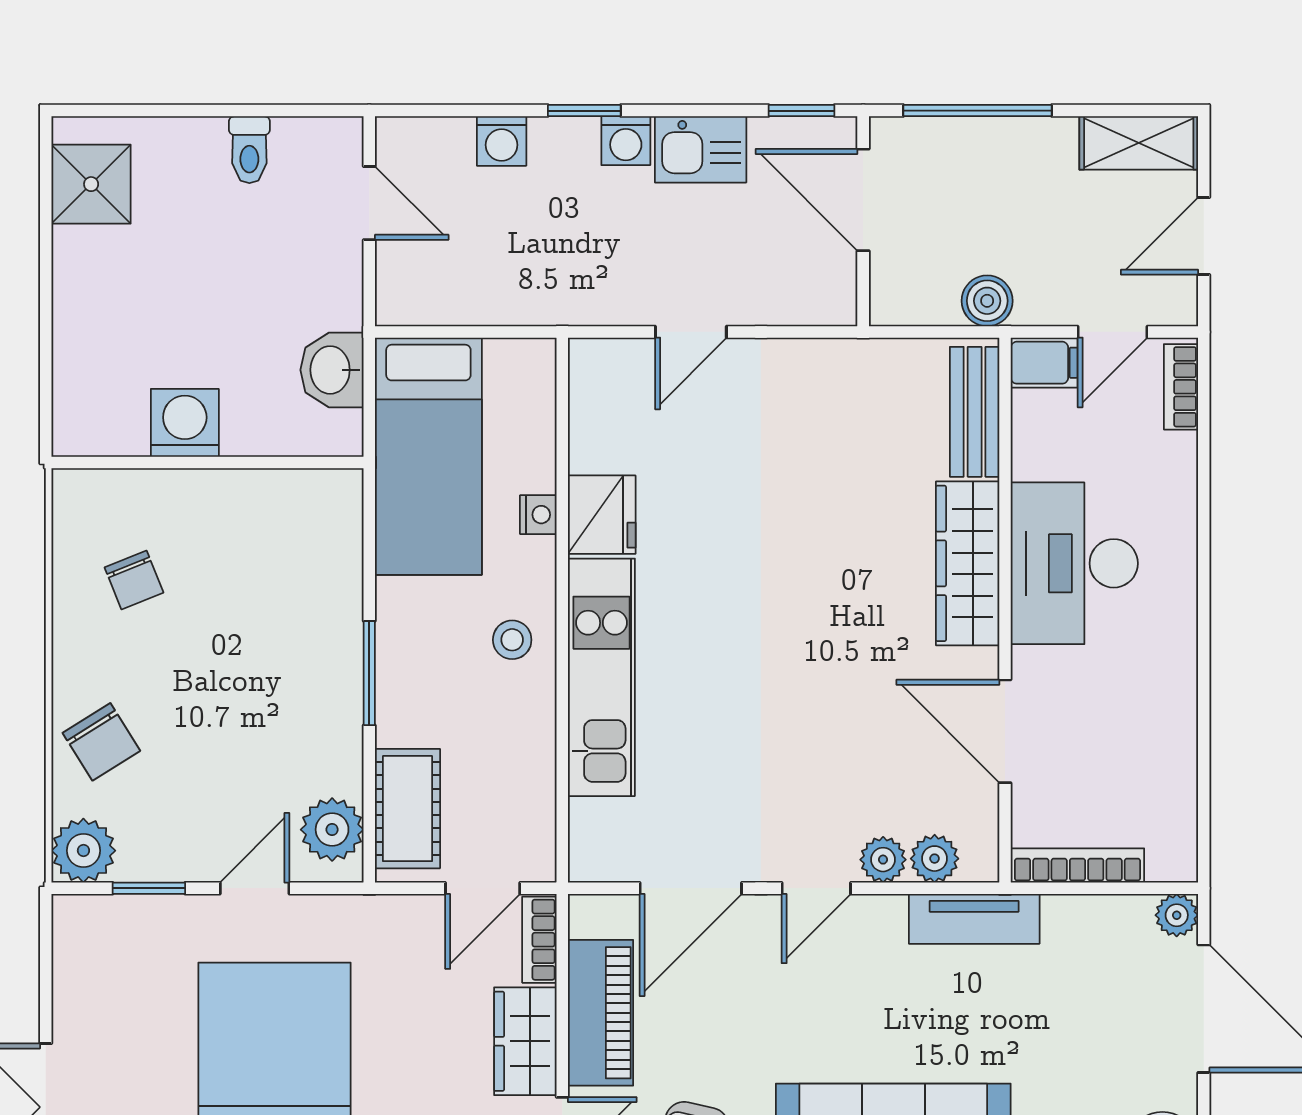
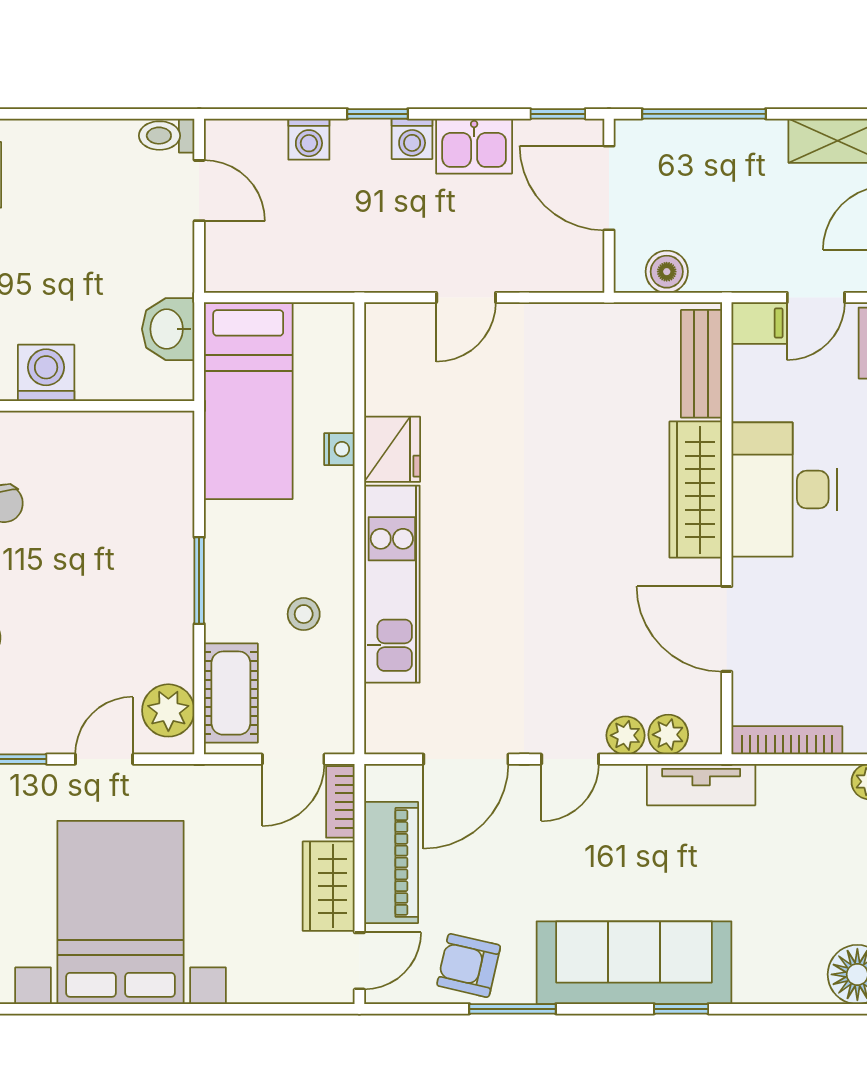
toilet: (249, 150) -> (167, 136), moved, turned 90
boiler: (987, 301) -> (667, 272), moved
stool: (512, 640) -> (304, 614), moved

